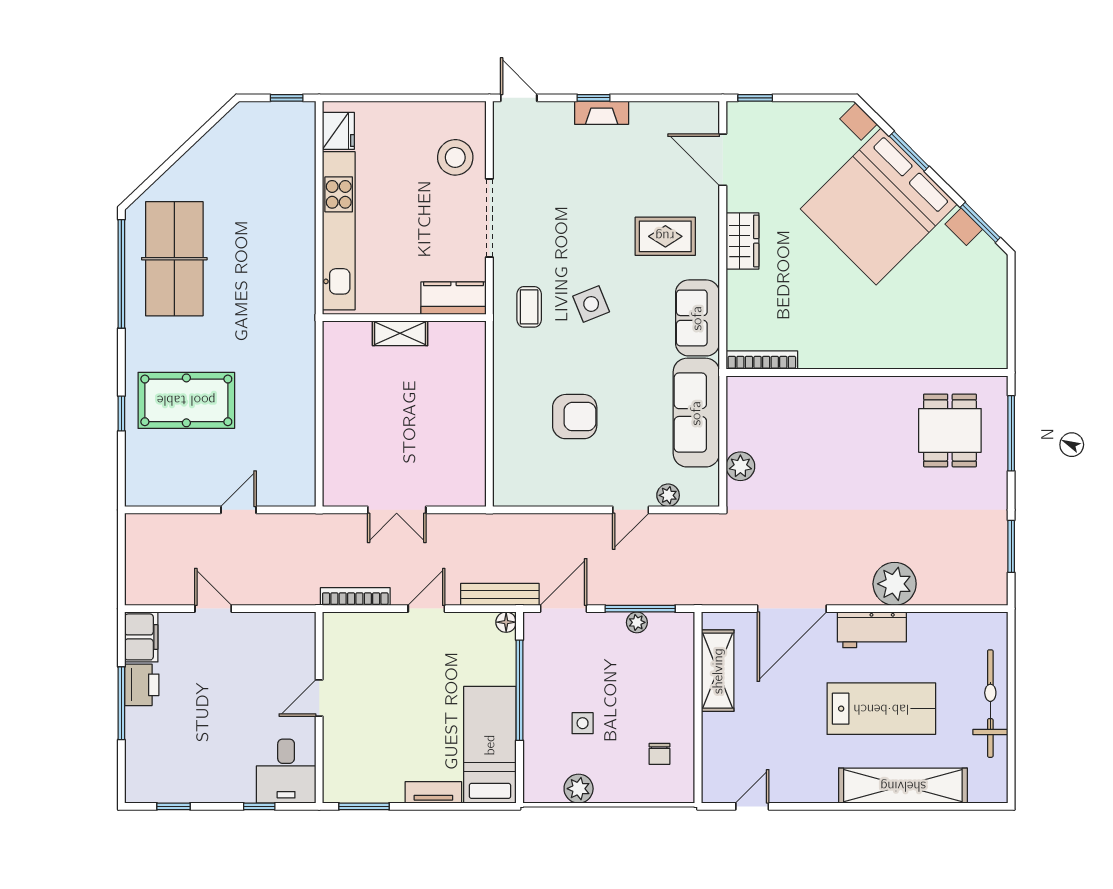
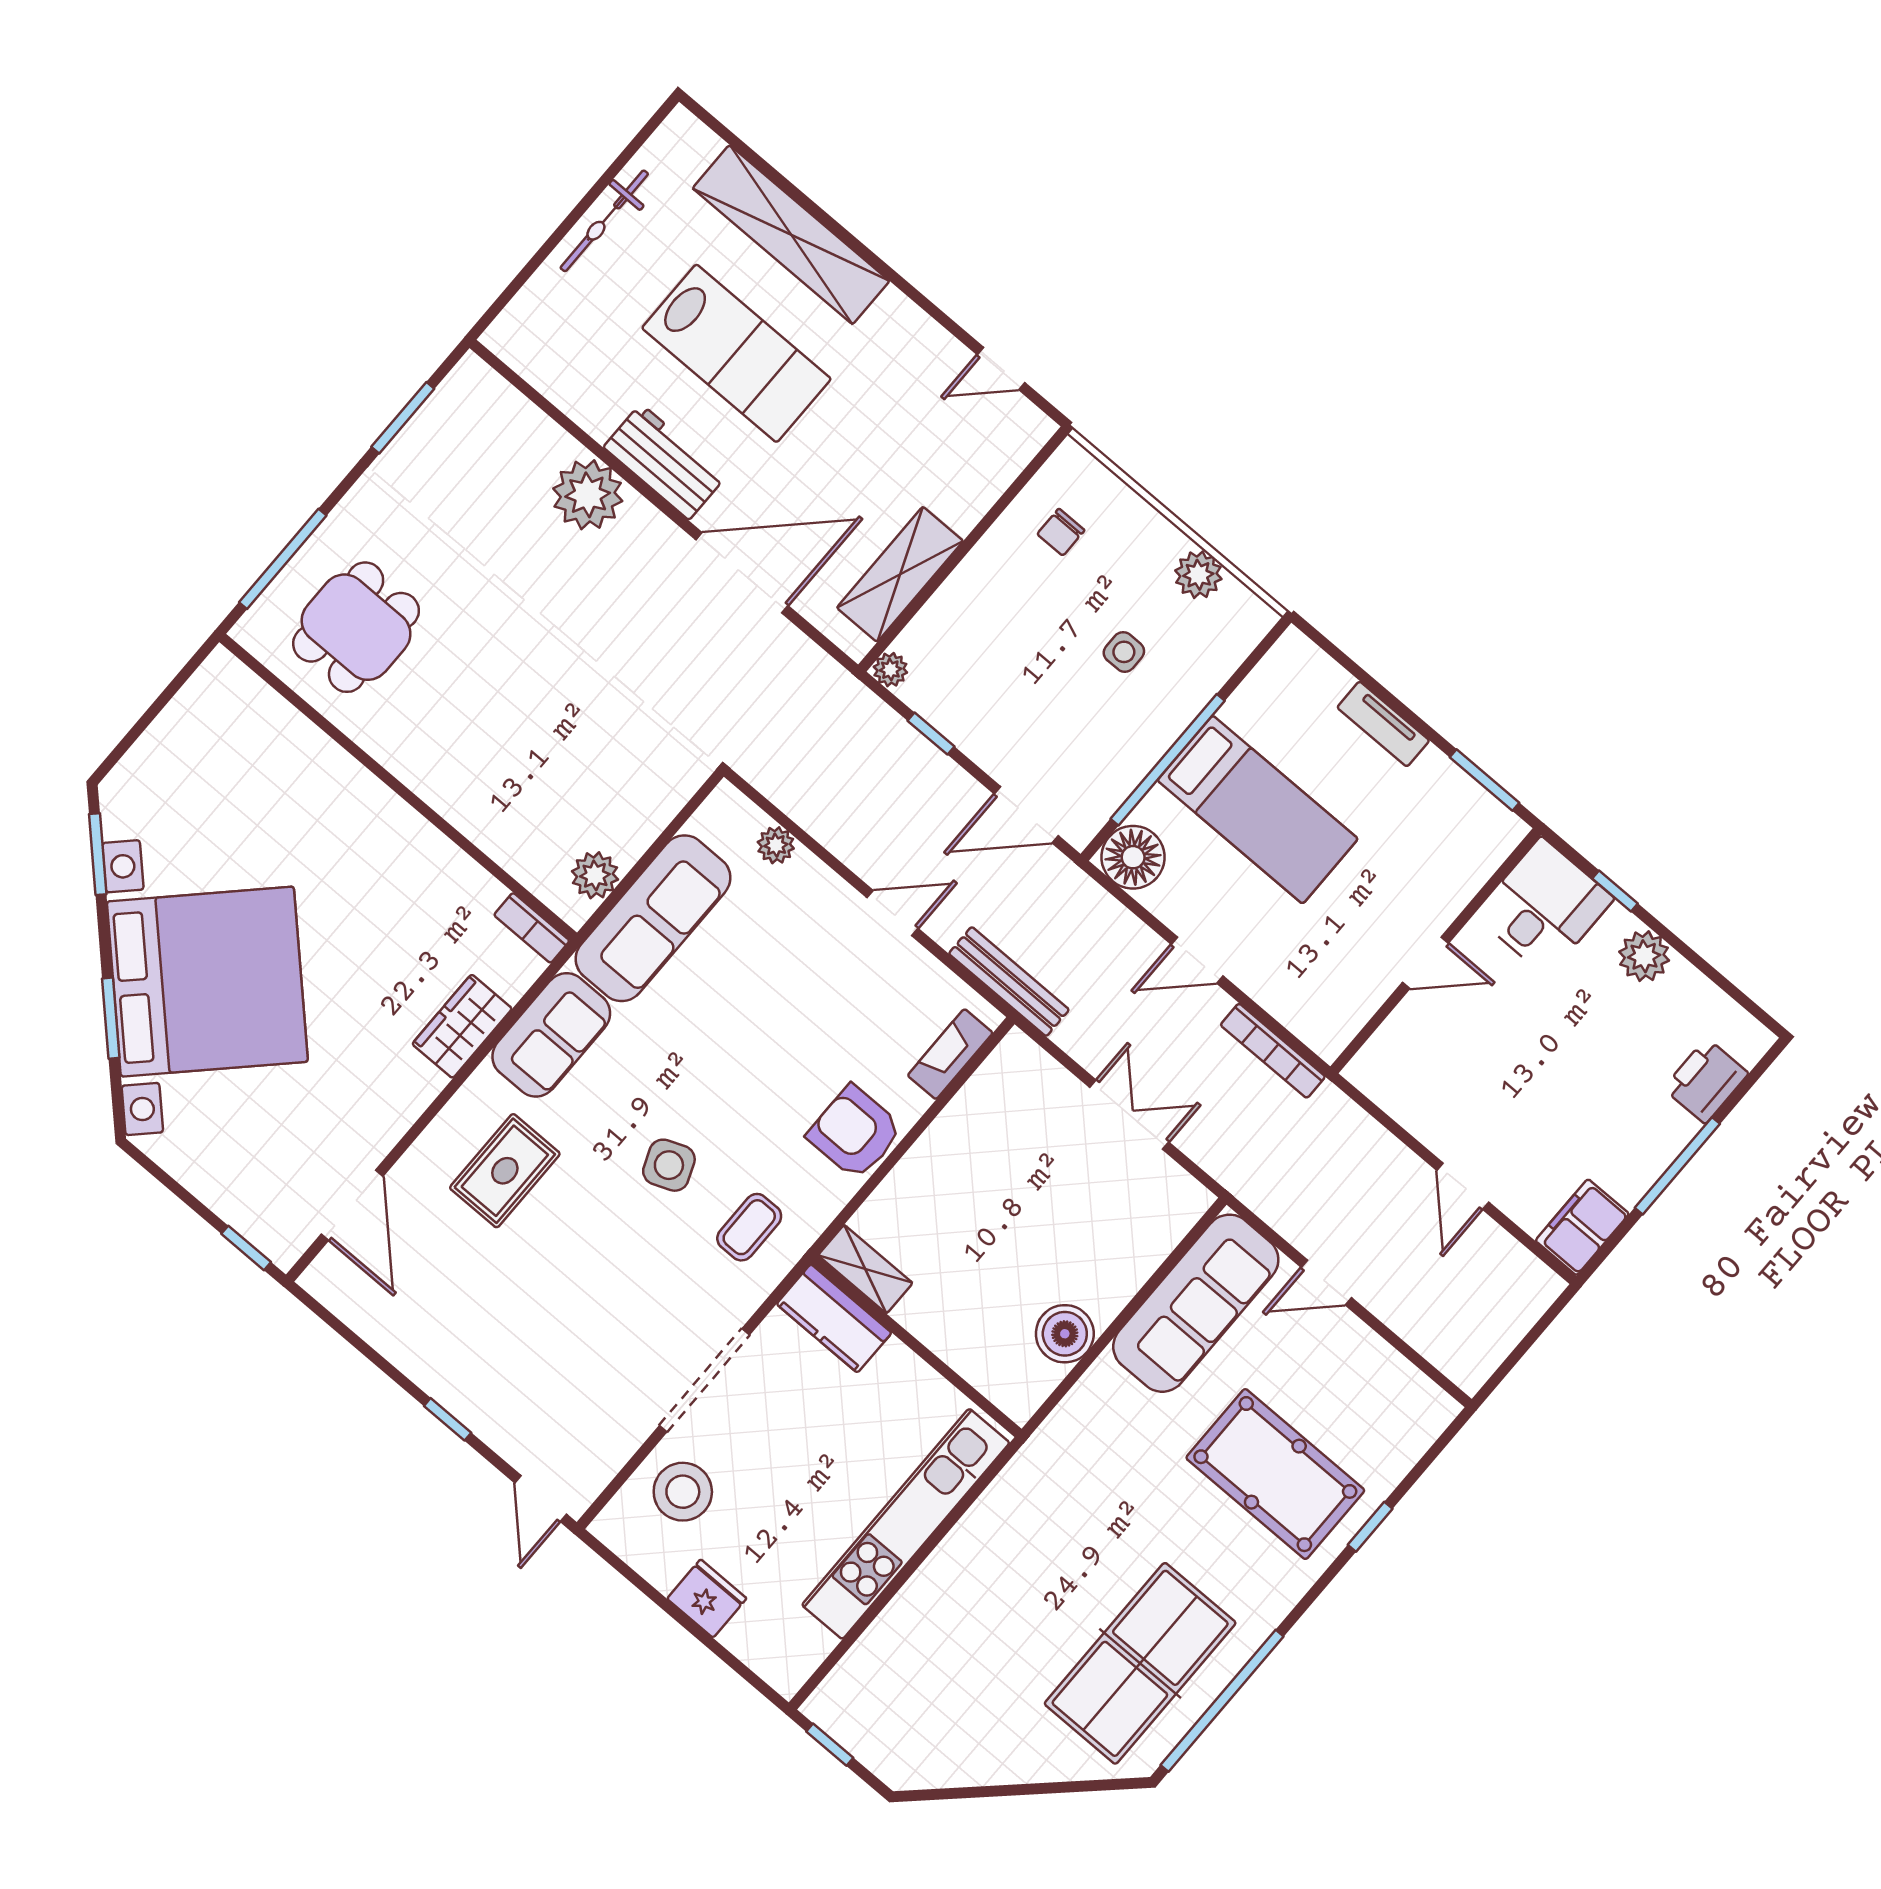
fireplace: (602, 113) -> (950, 1054), moved, turned -90
fridge: (338, 131) -> (707, 1598), moved, turned 90
rug: (665, 236) -> (505, 1171), turned 90
wardrobe: (742, 241) -> (462, 1026), moved
shelving: (400, 333) -> (865, 1269), moved
bookcase: (762, 360) -> (532, 928), width x0.64
boiler: (340, 382) -> (1065, 1334), added
armchair: (575, 417) -> (855, 1132), moved
sofa: (291, 448) -> (1196, 1303), added
plant: (740, 466) -> (595, 875), moved
door: (631, 510) -> (892, 913), moved
bench: (500, 594) -> (1009, 982), moved
window: (640, 609) -> (931, 734), width x0.46
floor lamp: (506, 622) -> (1133, 857), width x1.89, depth x1.89
plant: (637, 622) -> (890, 670), moved
printer: (142, 685) -> (1706, 1081), moved
bicycle: (990, 704) -> (604, 221), width x0.73, depth x0.71
lab bench: (881, 709) -> (736, 353), turned 180
bed: (490, 745) -> (1258, 810), moved, turned -90
chair: (659, 754) -> (1061, 532), turned 180
plant: (220, 788) -> (1644, 956), added
window: (174, 806) -> (1722, 982), removed

